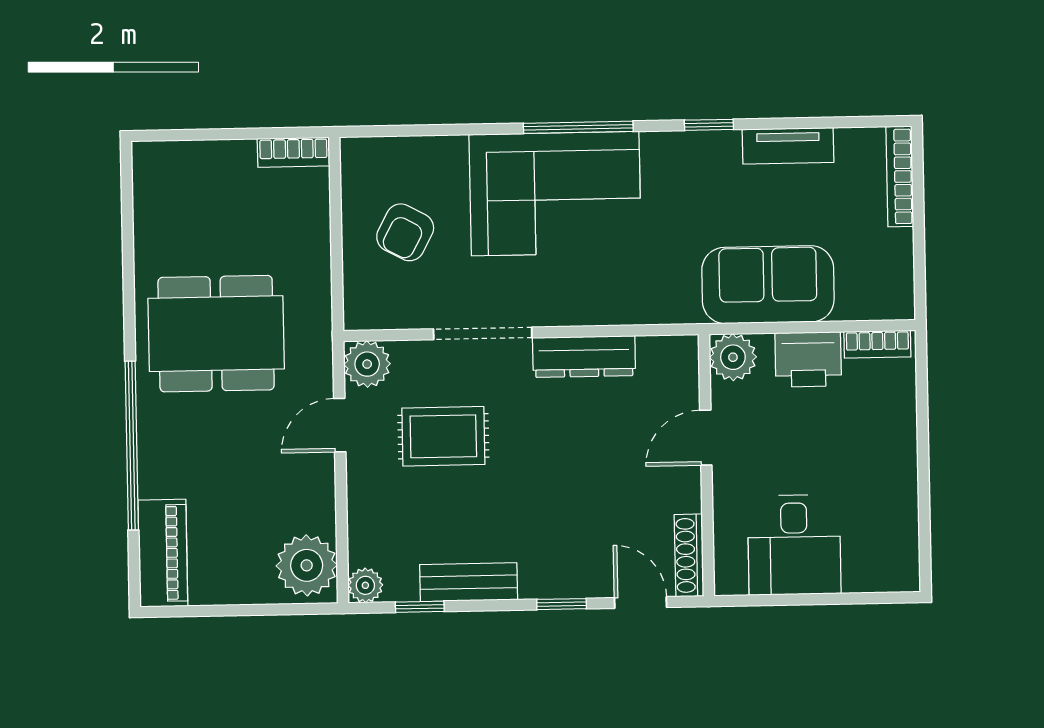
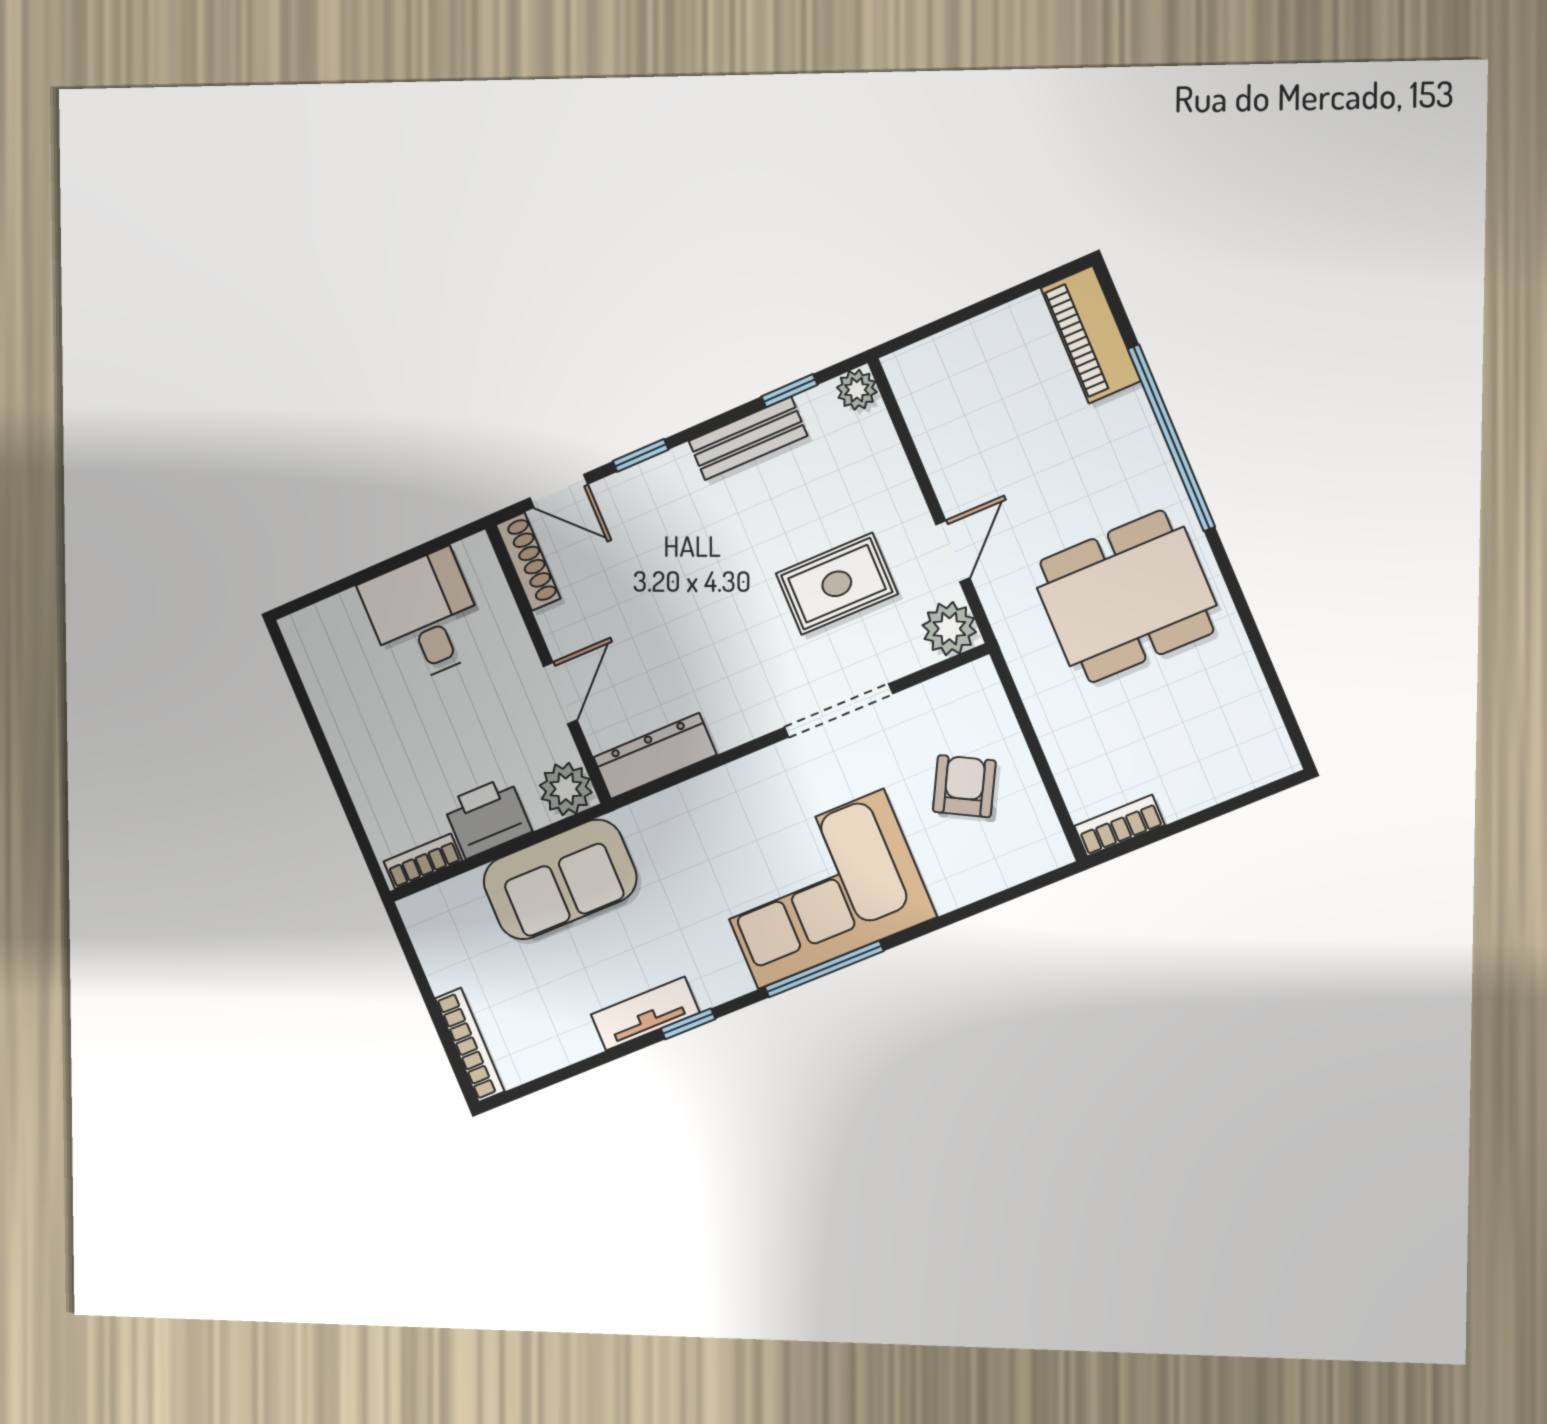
tv unit: (788, 146) -> (645, 1014), moved
dresser: (584, 357) -> (655, 756), moved
plant: (307, 565) -> (929, 385), removed

